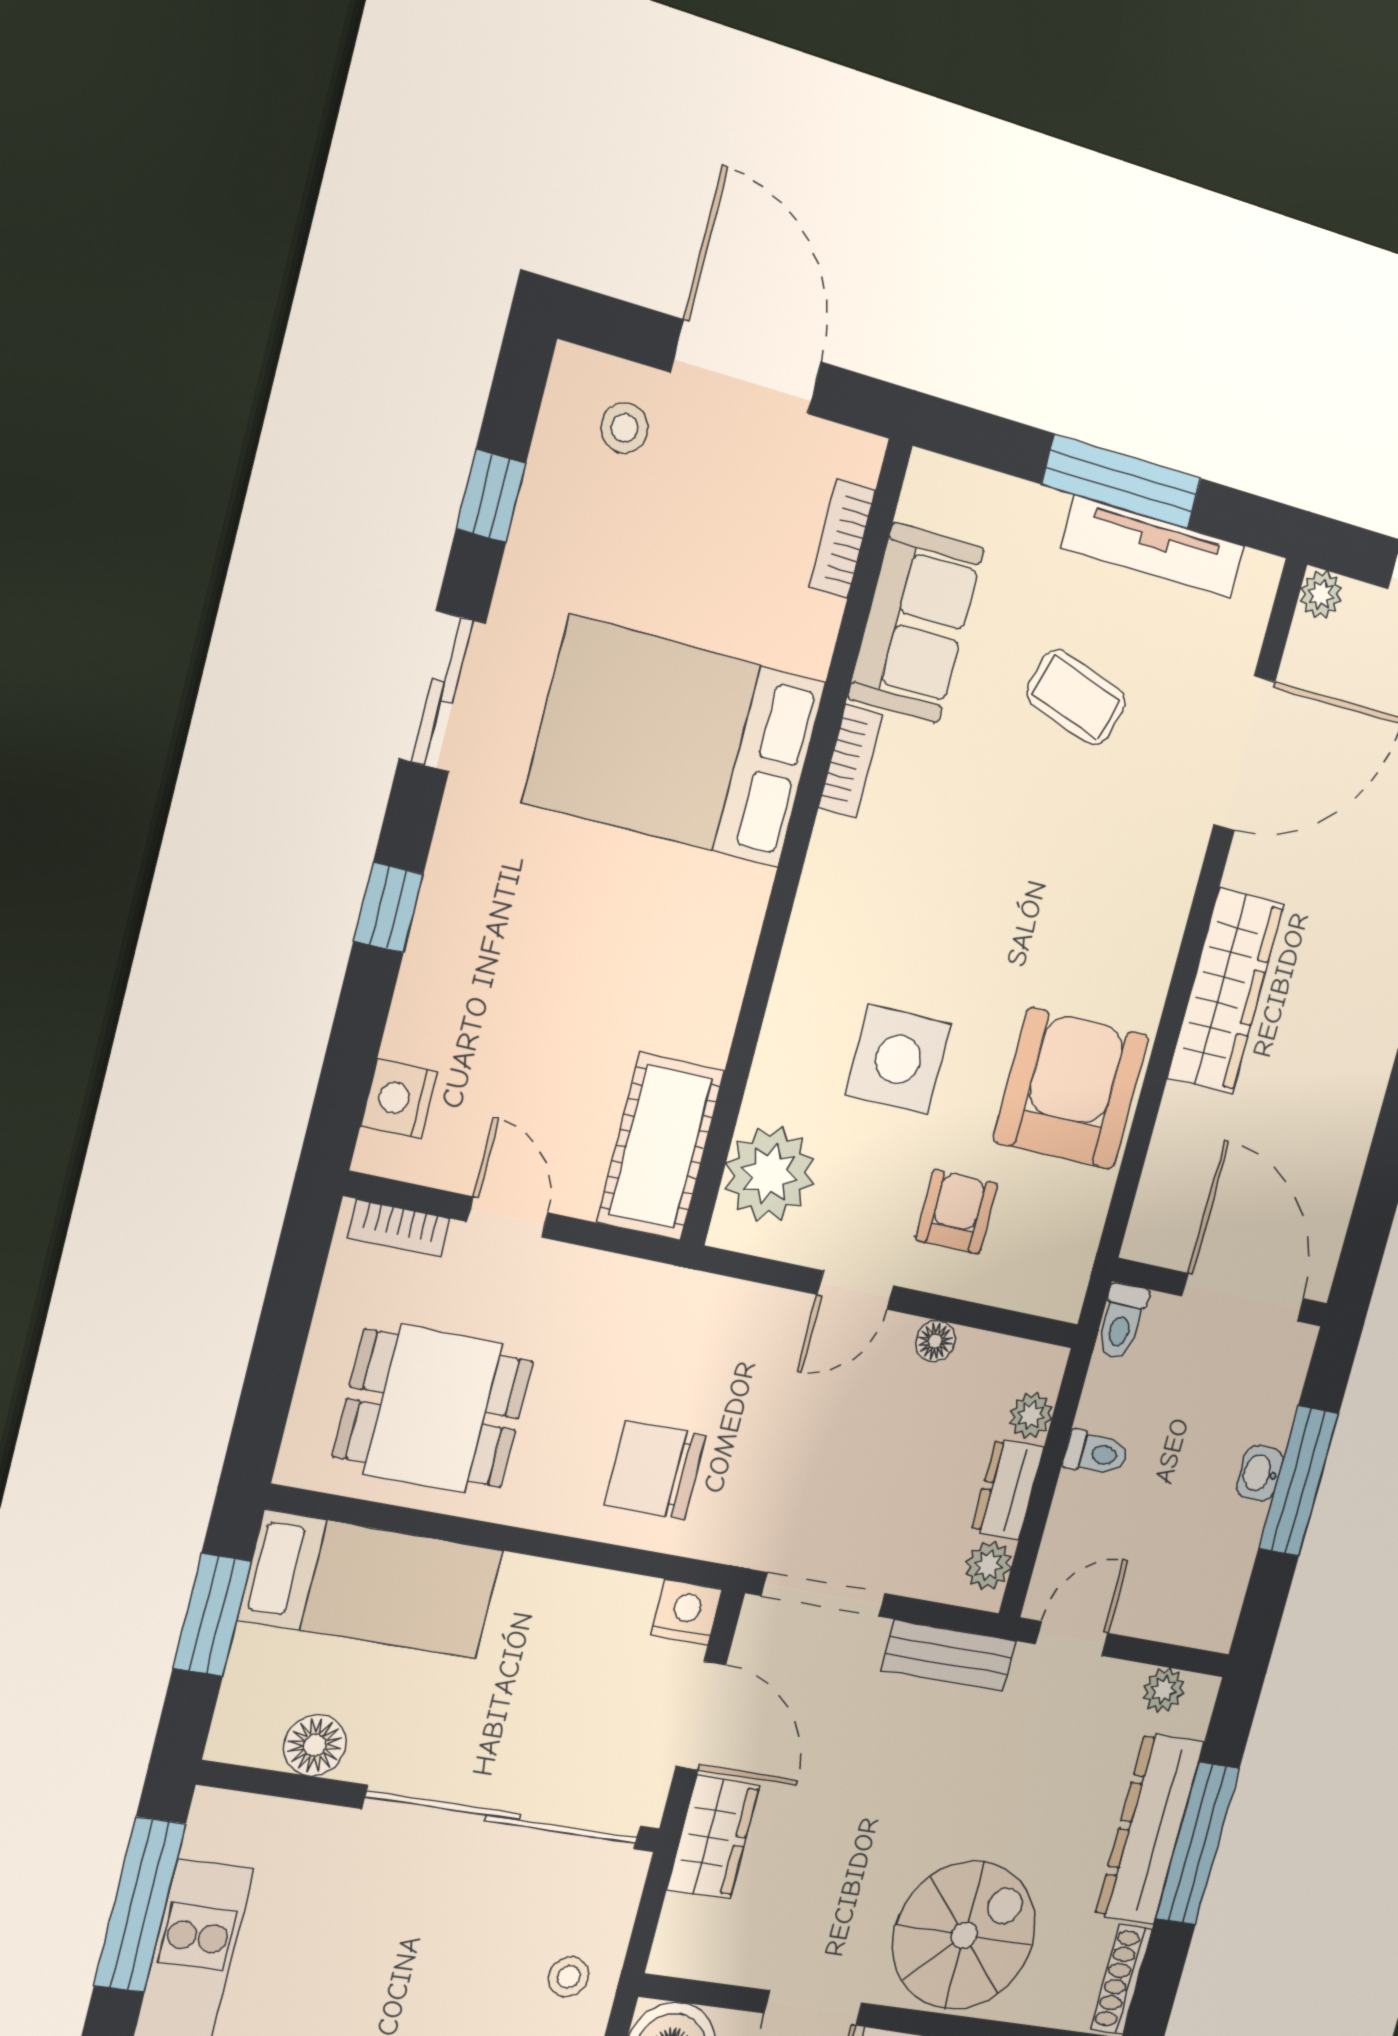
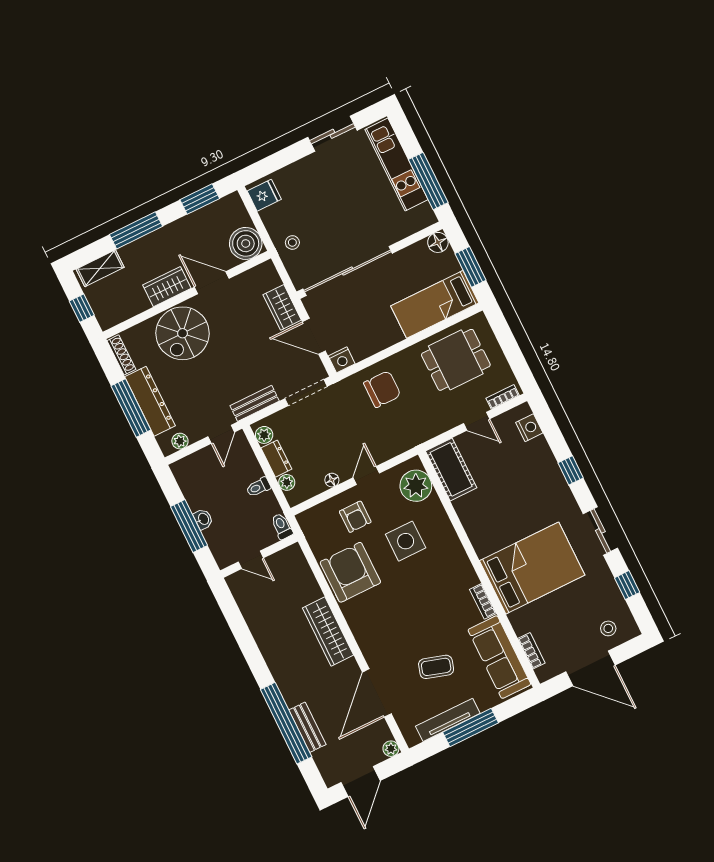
sofa: (916, 623) -> (499, 657), width x1.36
armchair: (1071, 1089) -> (350, 572), turned 180
door: (1243, 1297) -> (251, 560), width x0.53
floor lamp: (315, 1745) -> (438, 242), moved

